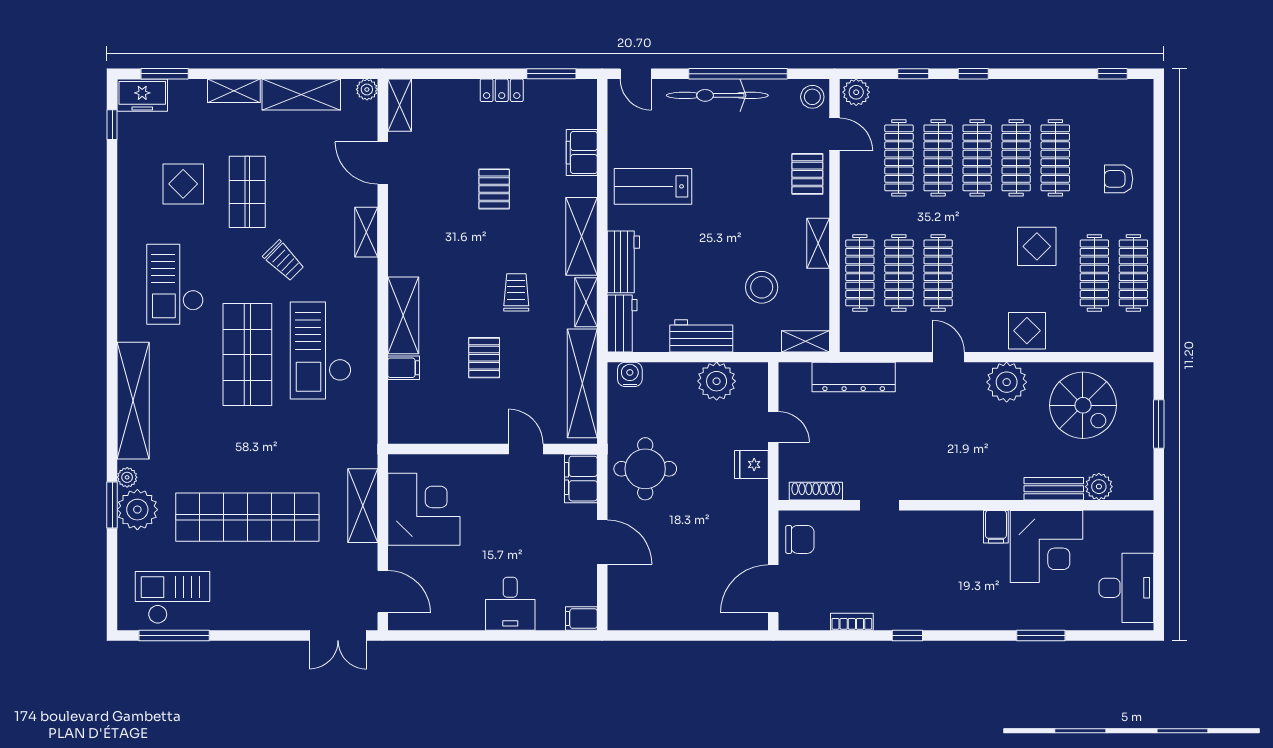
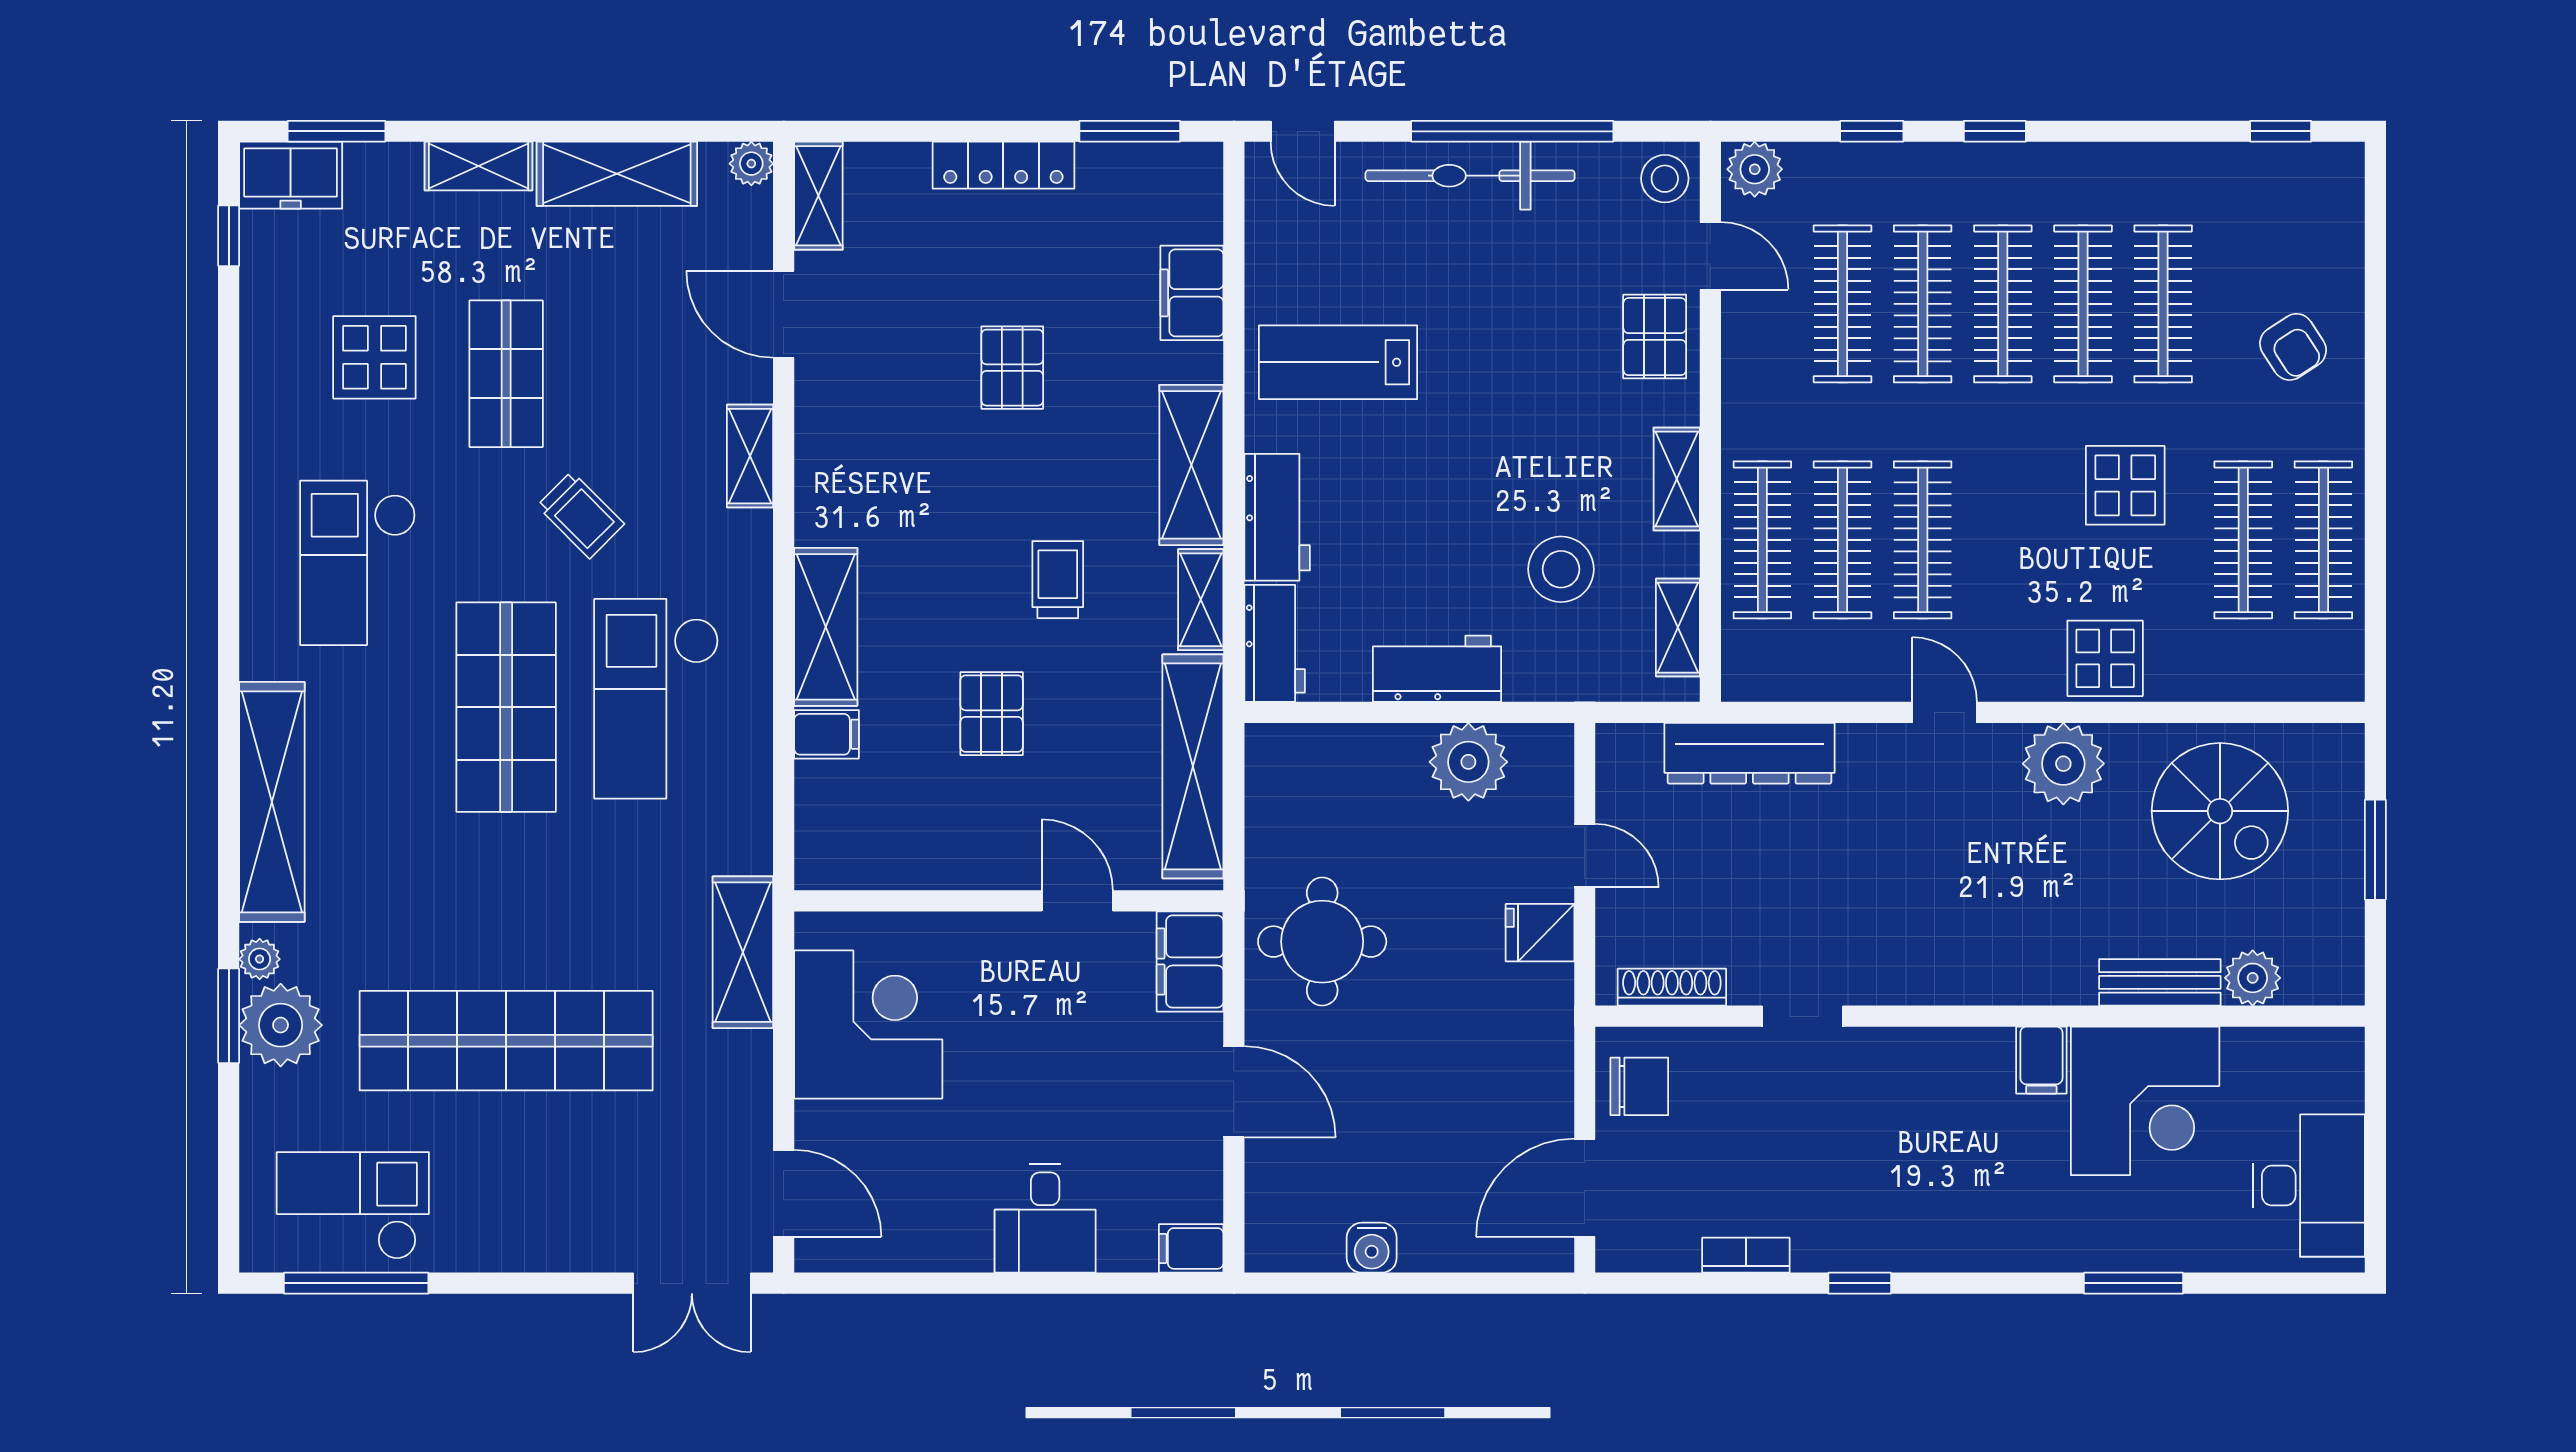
locker: (502, 90) -> (1003, 165), width x1.53
armchair: (1119, 179) -> (2293, 347), turned -123
shelving: (806, 341) -> (1678, 628), moved, turned 90
water cooler: (630, 374) -> (1372, 1248), moved, turned 180
shelving: (363, 506) -> (743, 952), moved

